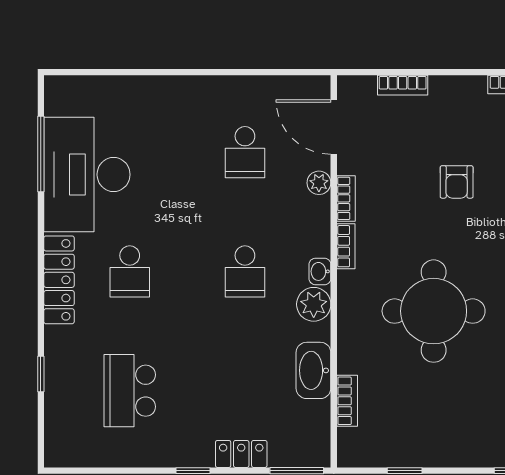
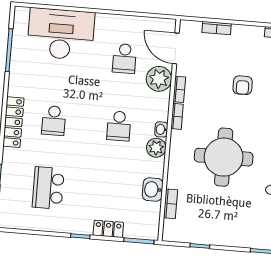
desk: (87, 175) -> (61, 34), moved, turned 90
plant: (319, 183) -> (159, 79), width x1.88, depth x1.88
washbasin: (313, 370) -> (153, 189), width x0.72

